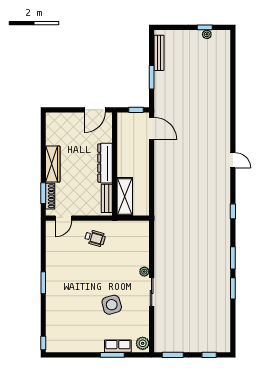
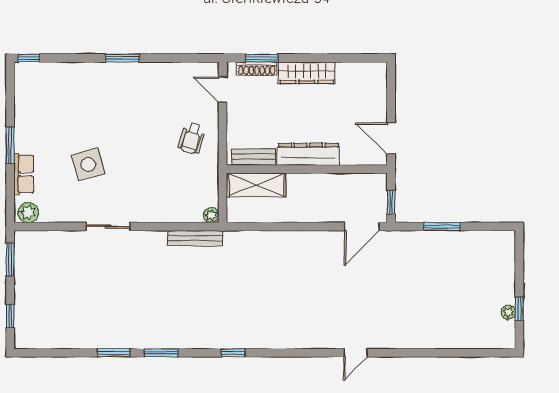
bench: (159, 53) -> (195, 238), moved
door: (233, 160) -> (356, 353), moved
plant: (144, 272) -> (211, 215), moved
window: (112, 355) -> (10, 145), moved

